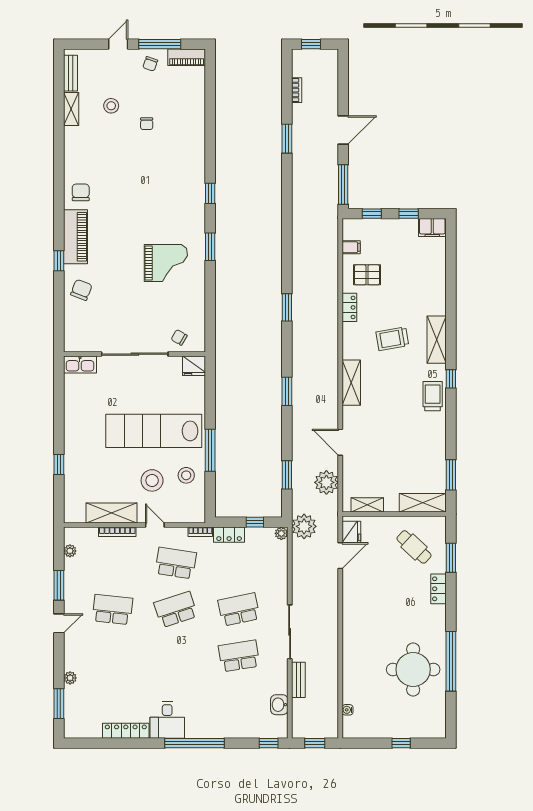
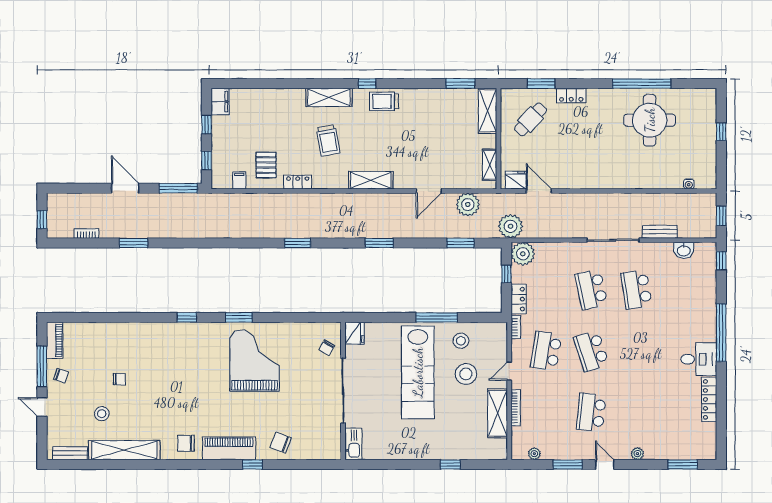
shelving: (71, 109) -> (124, 450), width x2.20, depth x1.33
grand piano: (166, 263) -> (255, 361), width x1.37, depth x1.48
plant: (281, 533) -> (523, 254), width x1.87, depth x1.87
plant: (70, 678) -> (637, 454), moved

